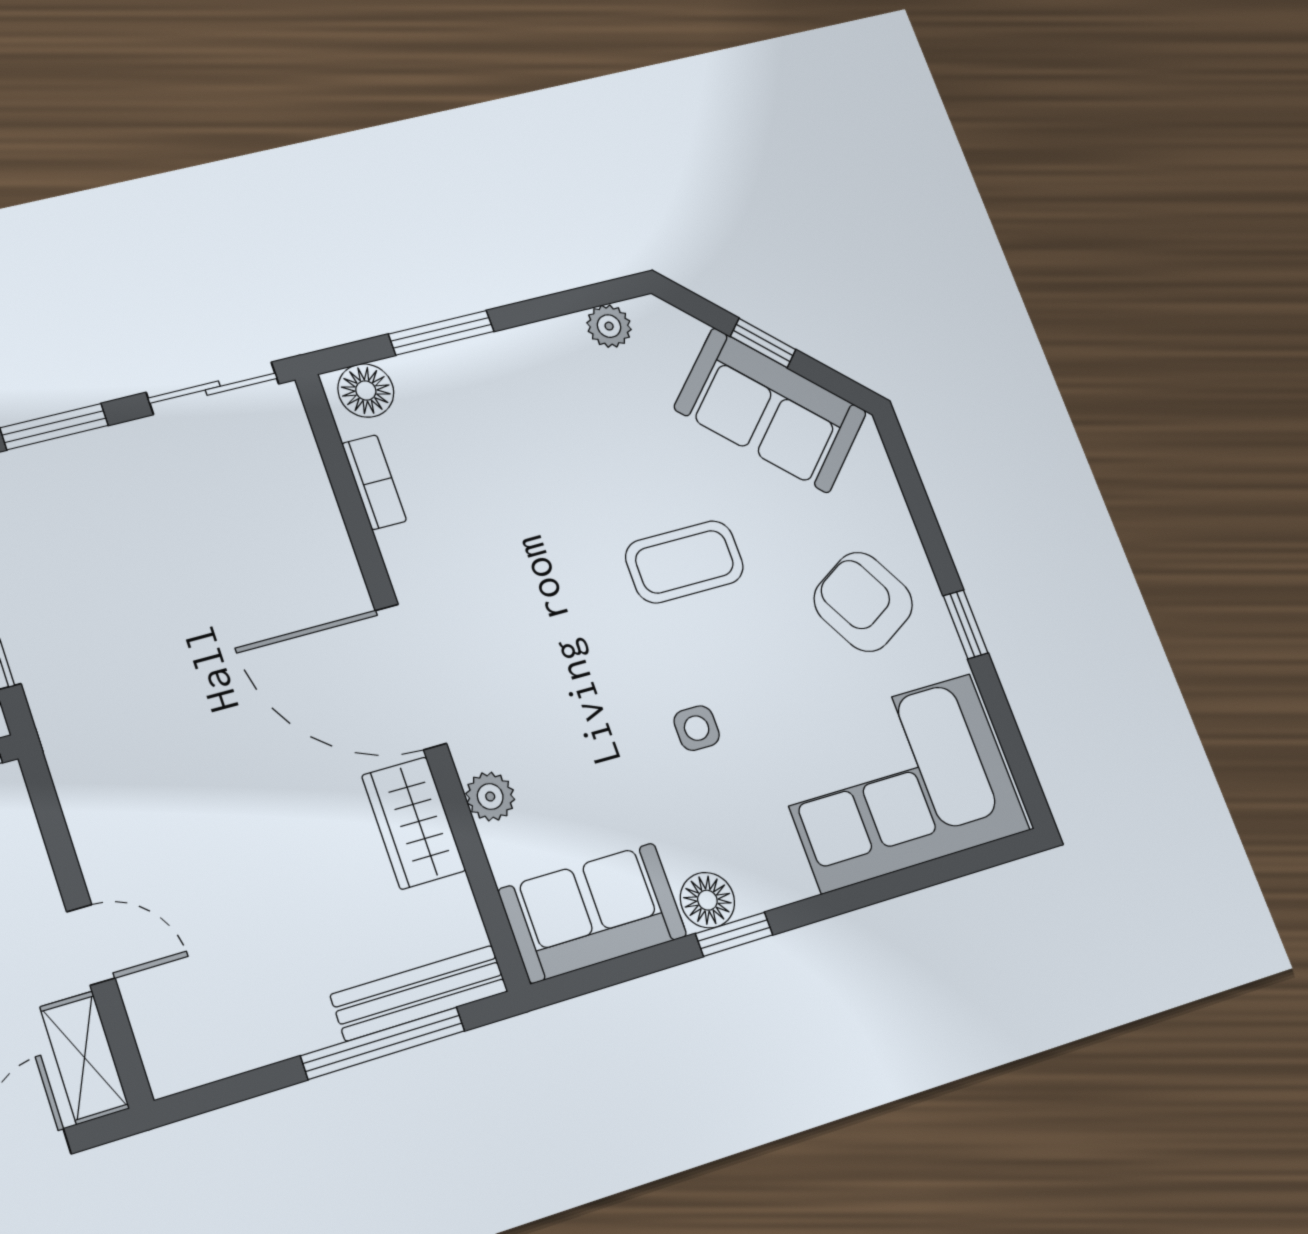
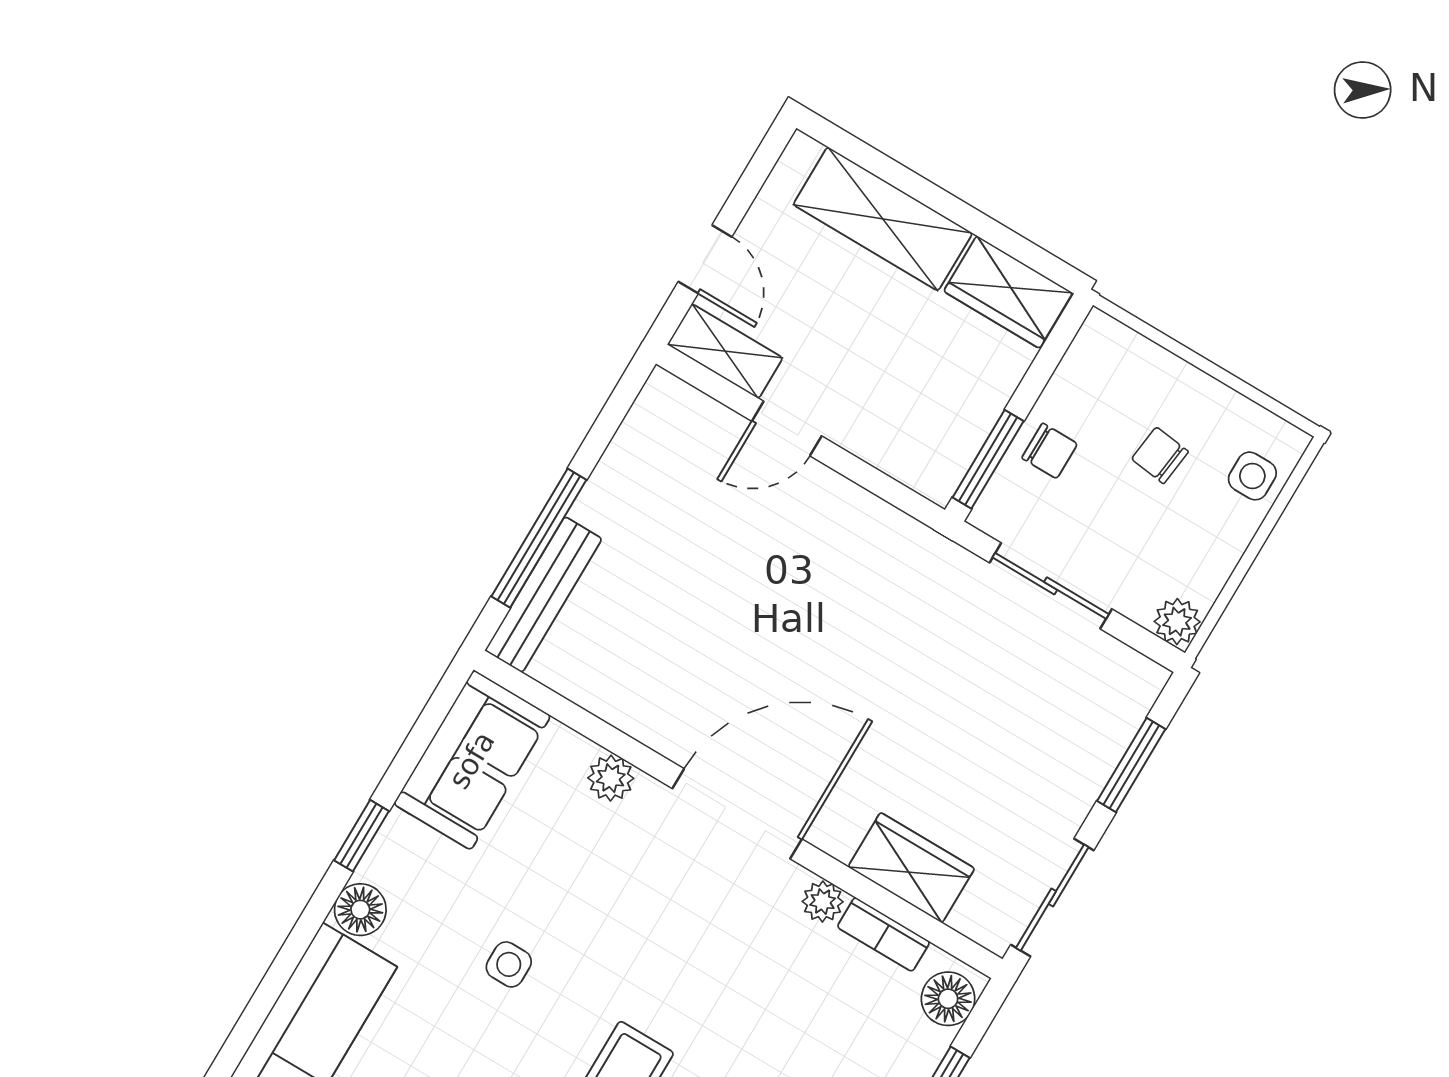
plant: (401, 550) -> (823, 902), added
wardrobe: (414, 823) -> (911, 868), moved
floor lamp: (707, 900) -> (360, 910), moved

